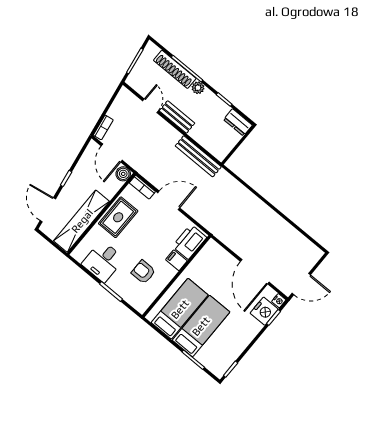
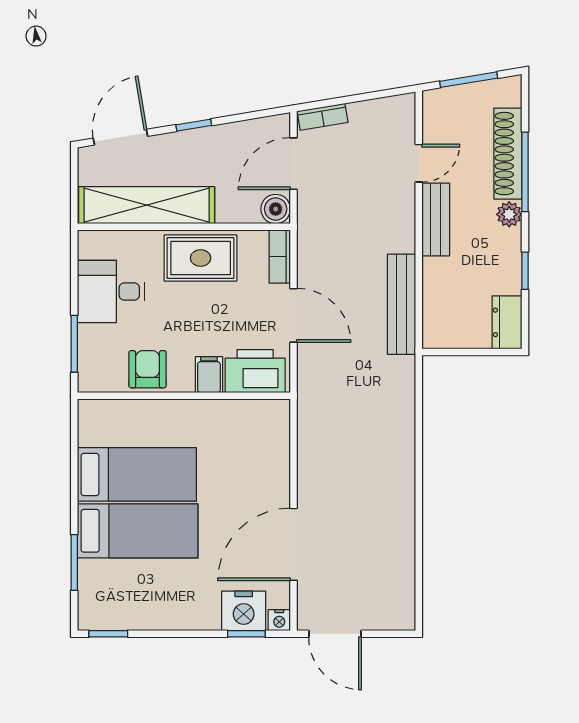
printer: (189, 242) -> (255, 371), moved
filing cabinet: (176, 260) -> (209, 375), moved
wall: (177, 276) -> (184, 396), moved

